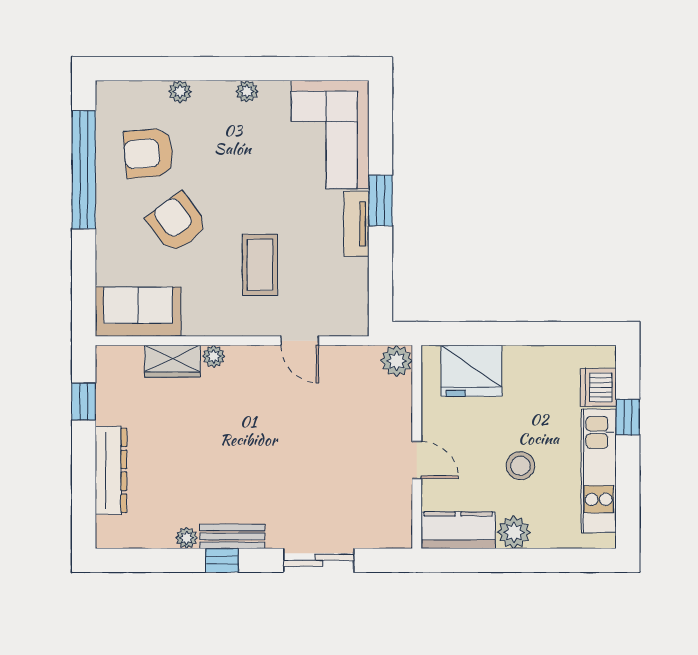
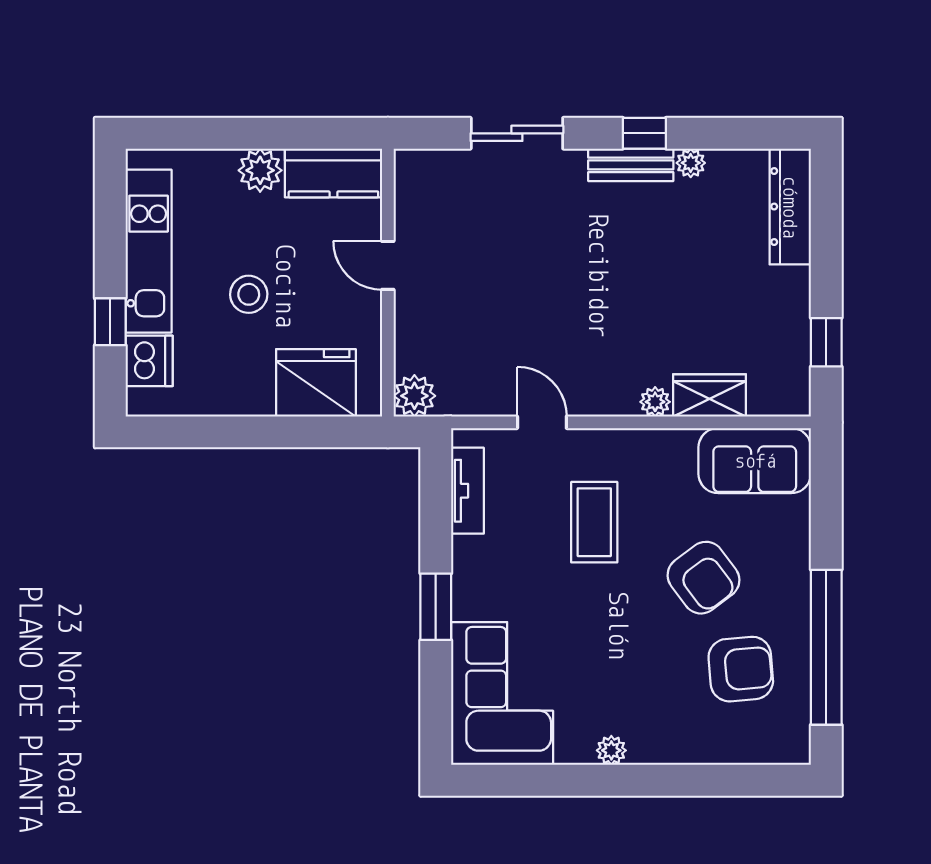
plant: (180, 92) -> (699, 750), removed
tv unit: (356, 224) -> (467, 491), moved
stool: (520, 466) -> (249, 294), moved
dresser: (111, 470) -> (790, 207), moved

